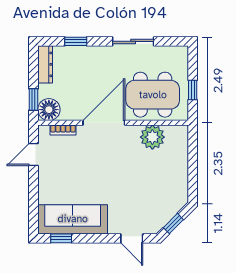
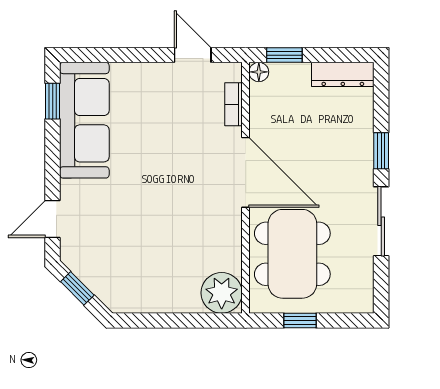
window: (76, 41) -> (381, 151), moved
floor lamp: (49, 110) -> (259, 72), width x0.53, depth x0.53
plant: (152, 137) -> (222, 293), moved

